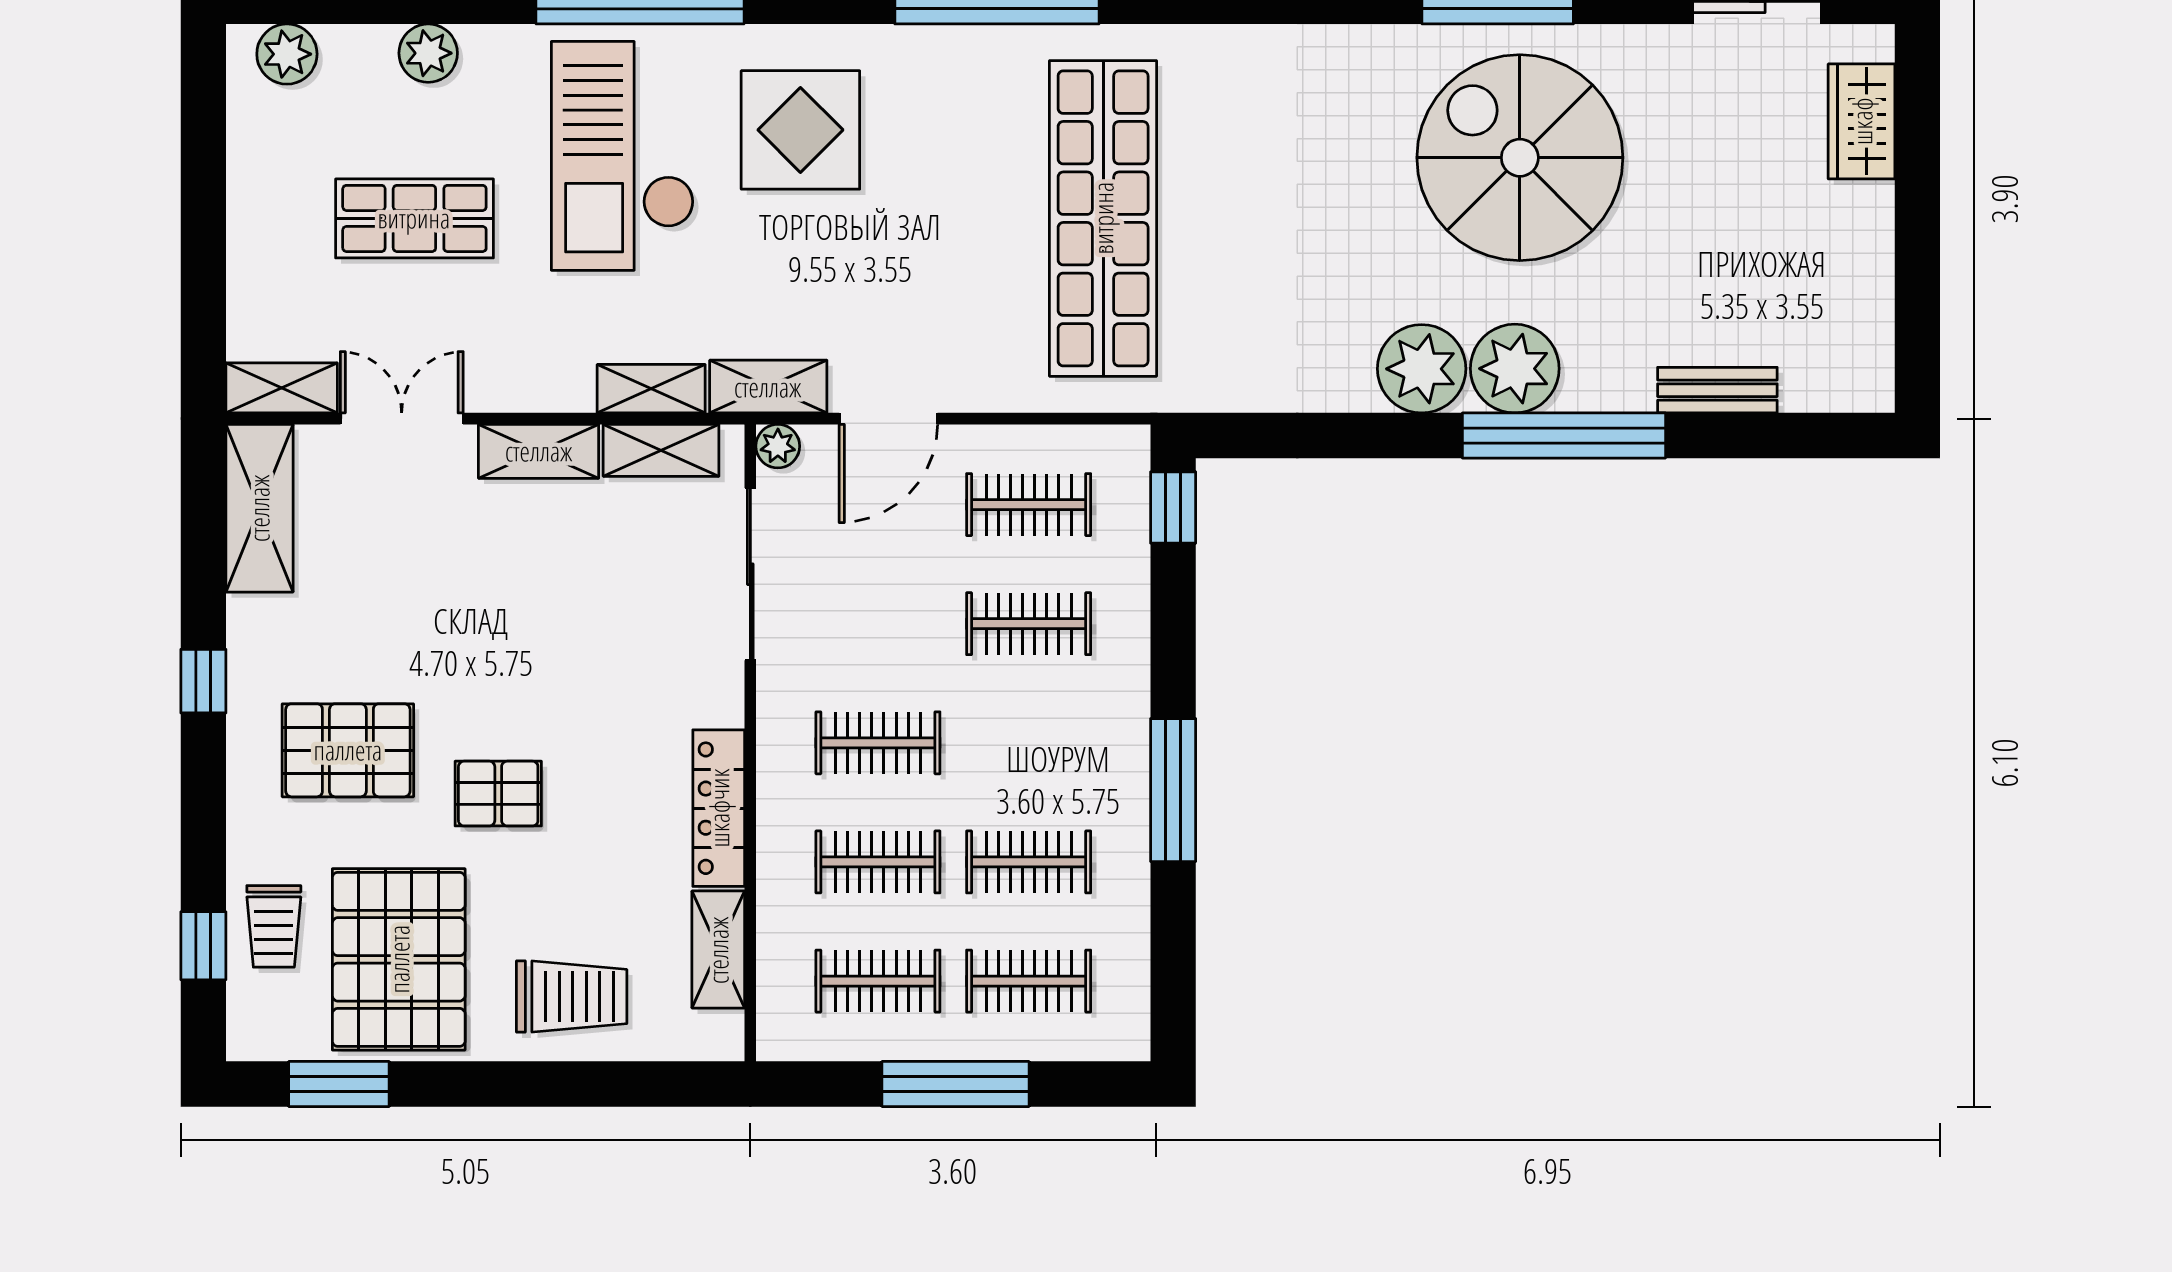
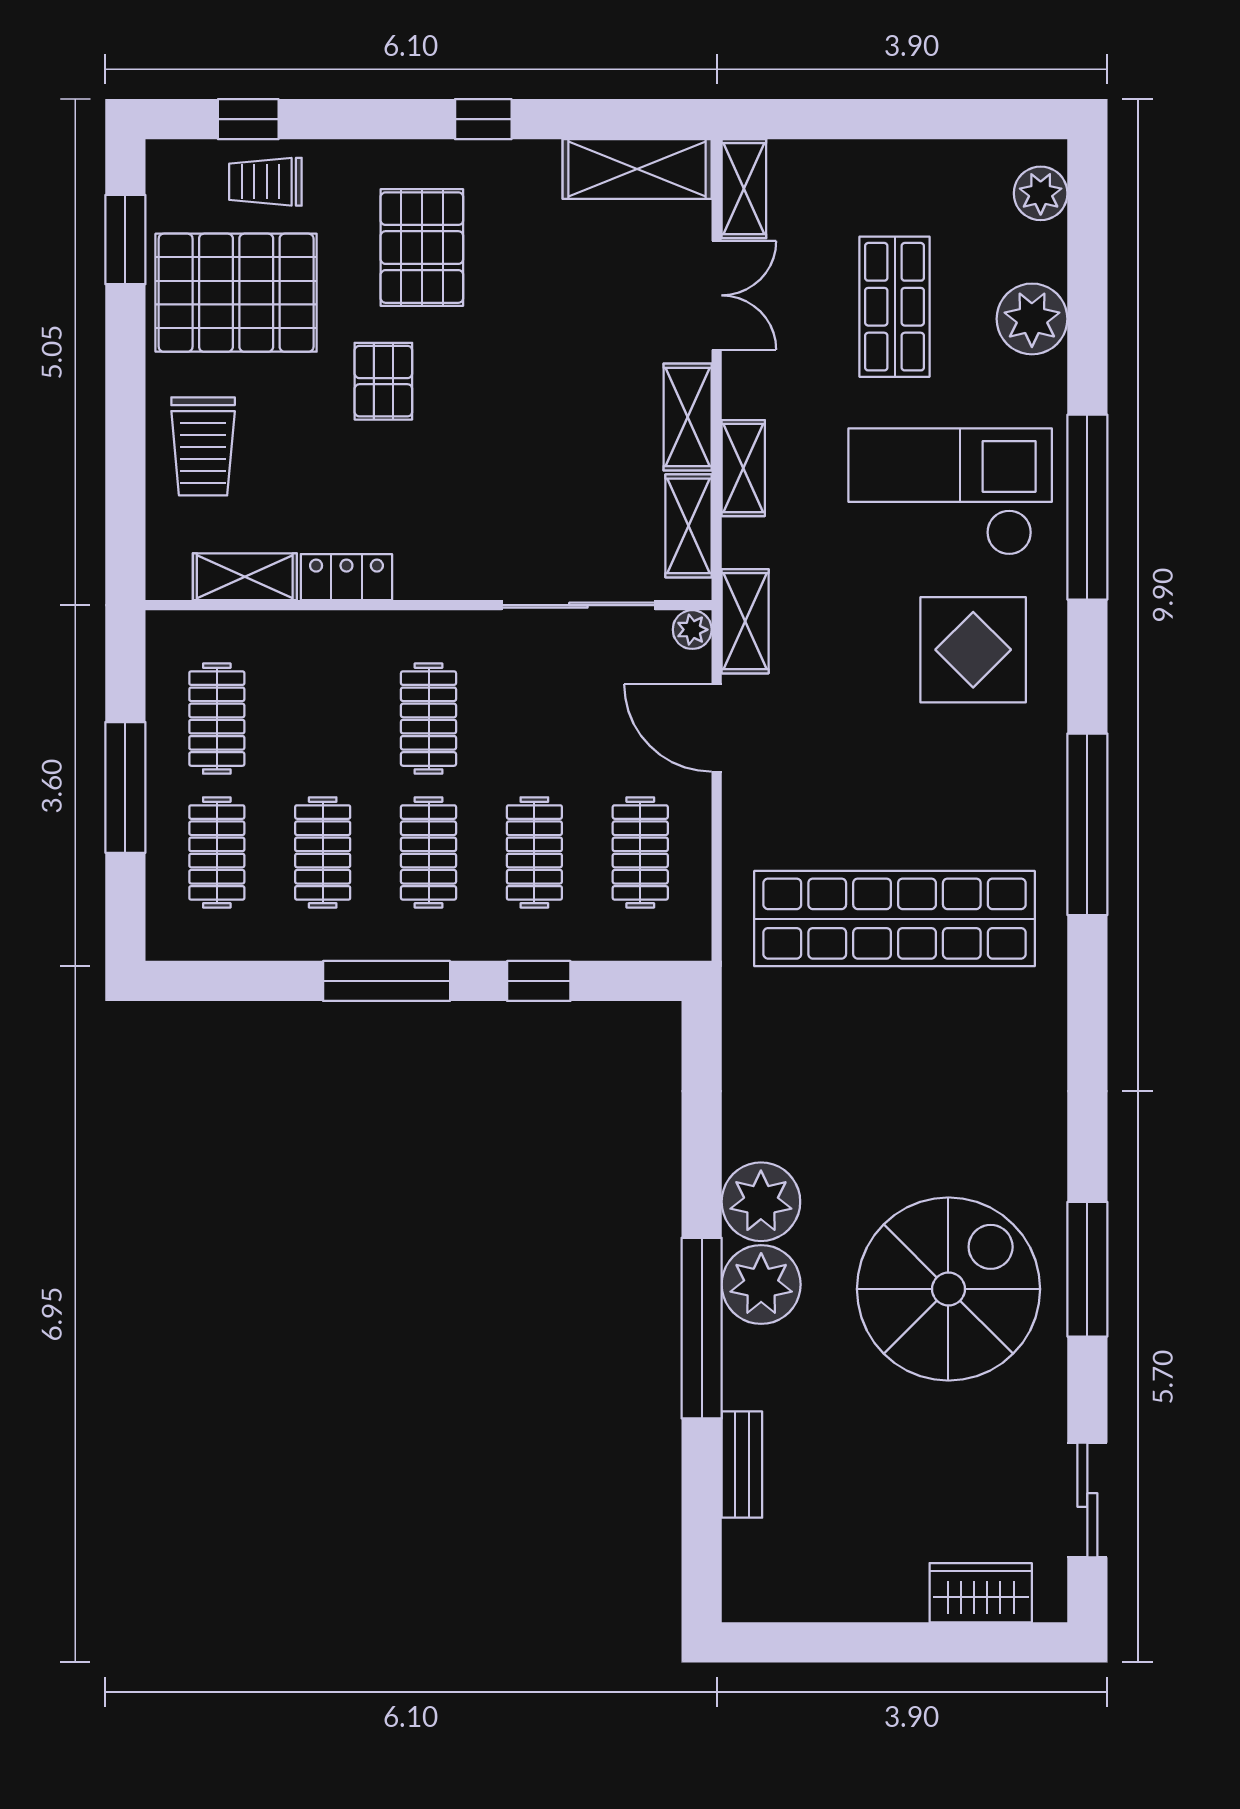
plant: (428, 53) -> (1032, 319), width x1.36, depth x1.36
shelving: (651, 389) -> (743, 468), moved
window: (1173, 508) -> (539, 981), moved
locker: (719, 808) -> (346, 577), width x0.66
clothes rail: (878, 862) -> (429, 852), moved

